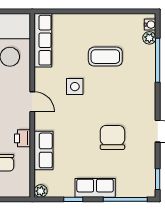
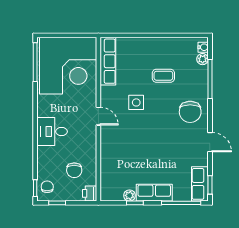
coffee table: (105, 57) -> (163, 76), width x0.73, depth x0.77
chair: (112, 137) -> (190, 112), moved, turned 180
printer: (22, 138) -> (90, 193), moved
row of seats: (44, 150) -> (200, 184), moved, turned 180
plant: (41, 191) -> (130, 195), moved

